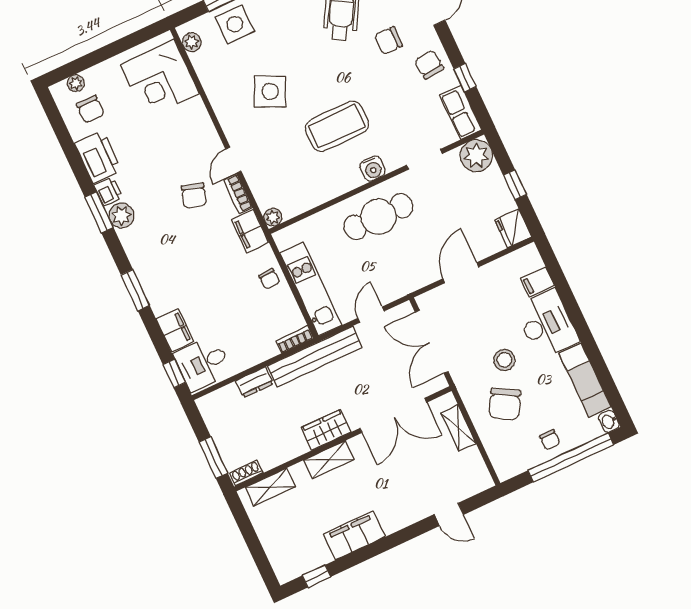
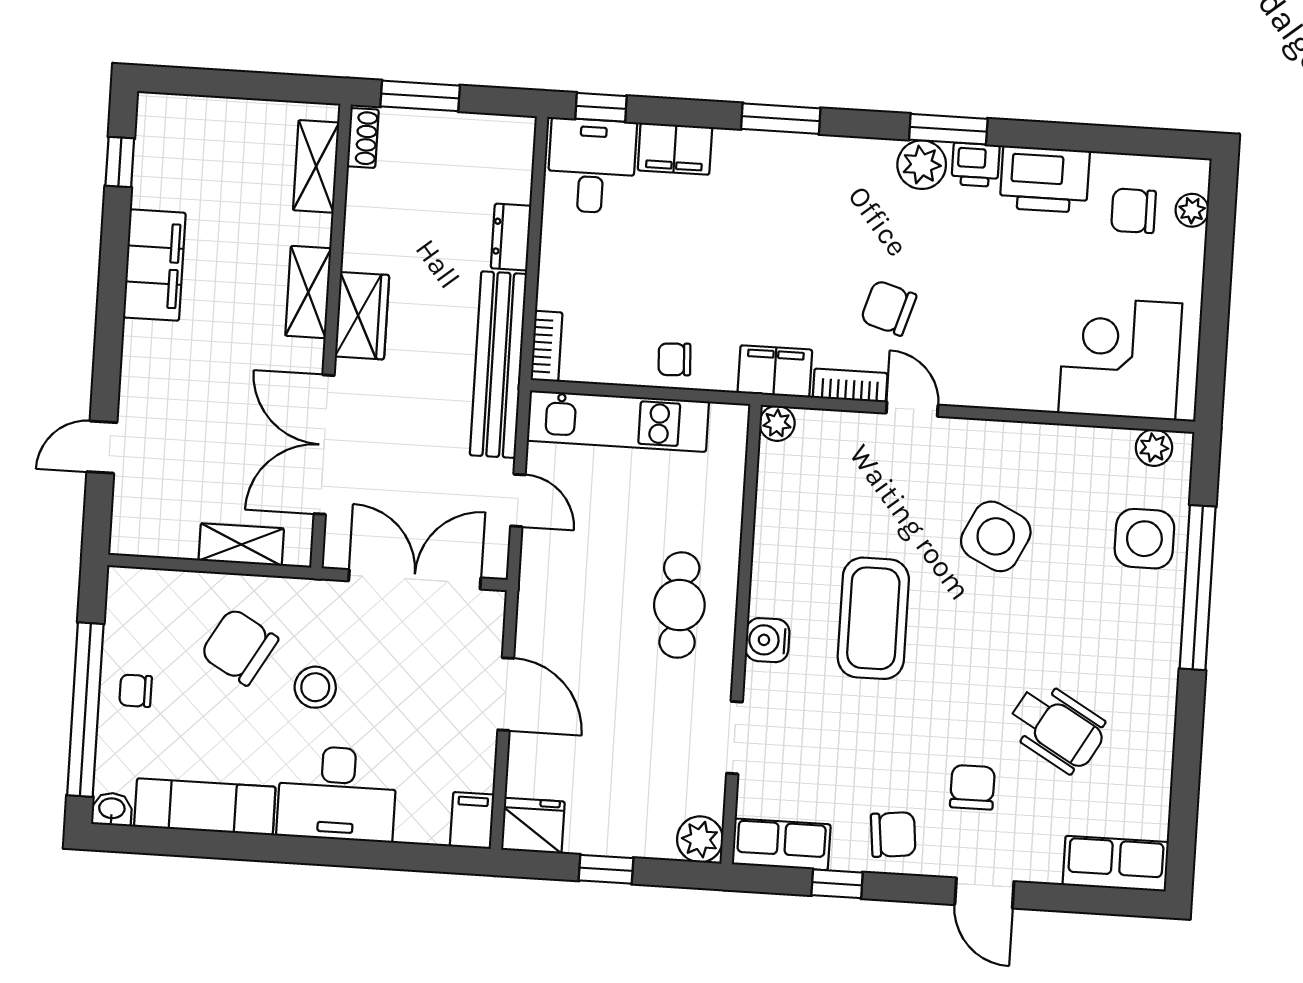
plant: (476, 156) -> (700, 839), width x0.73, depth x0.73
cafe table: (378, 217) -> (679, 605), width x0.73, depth x0.74
filing cabinet: (537, 282) -> (472, 820), moved

